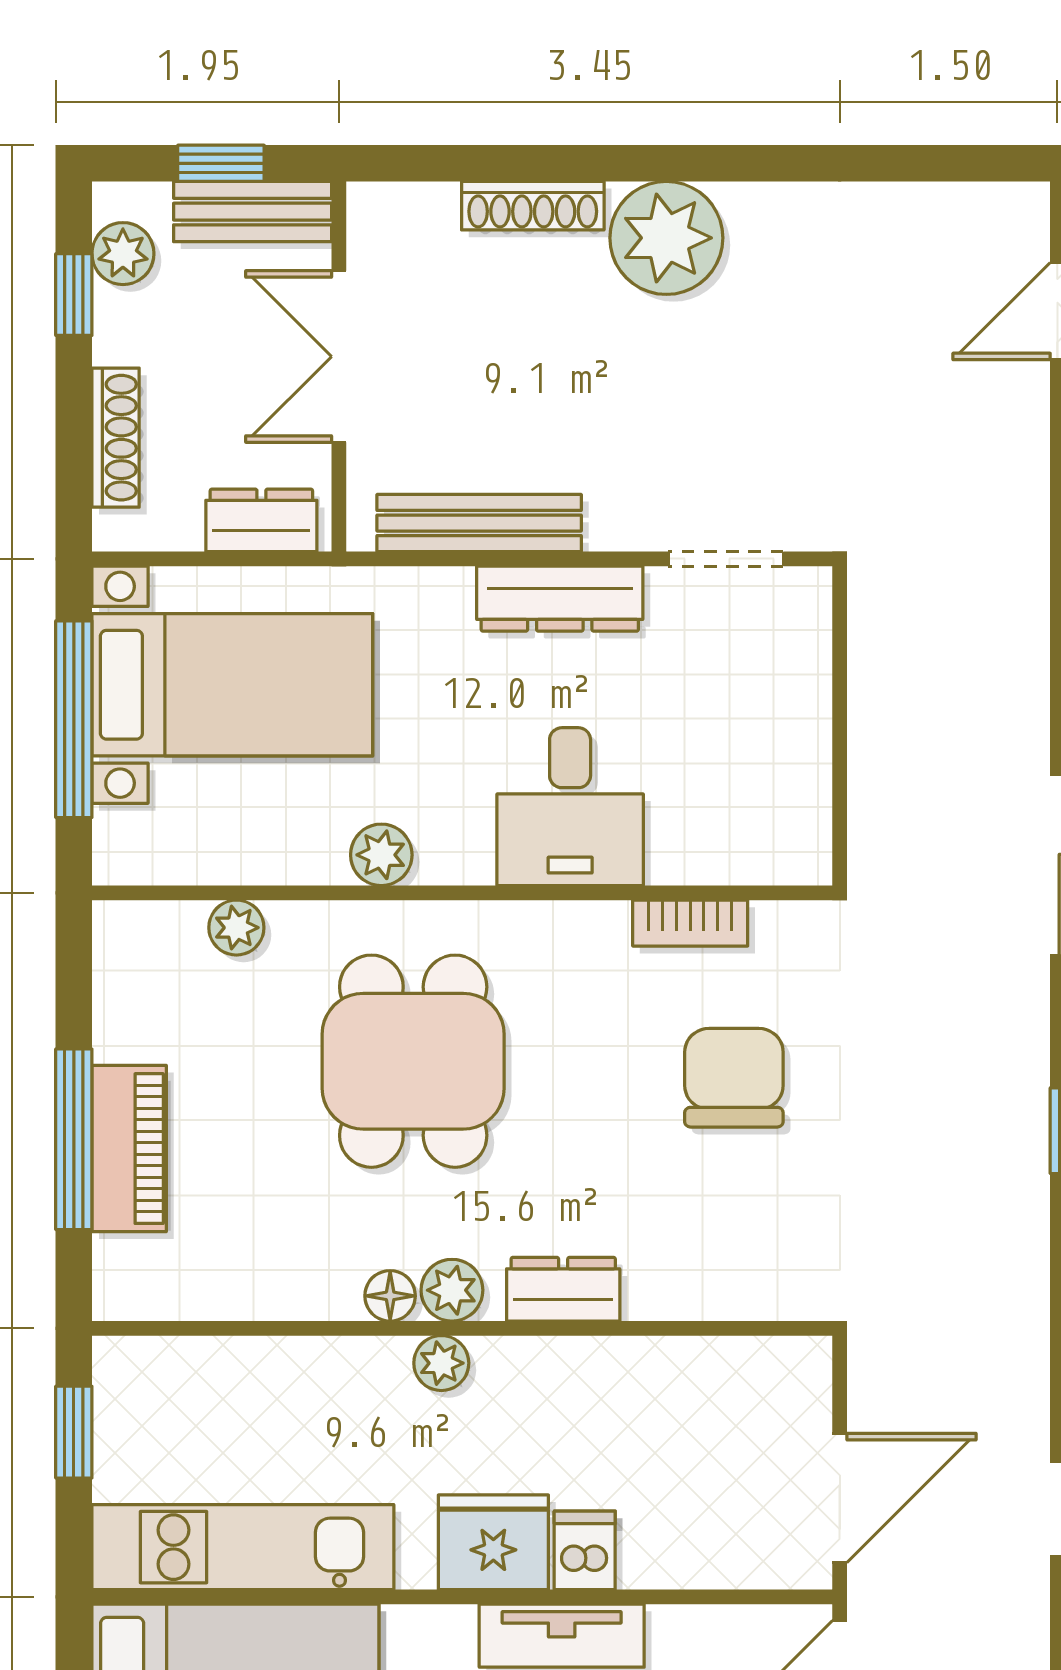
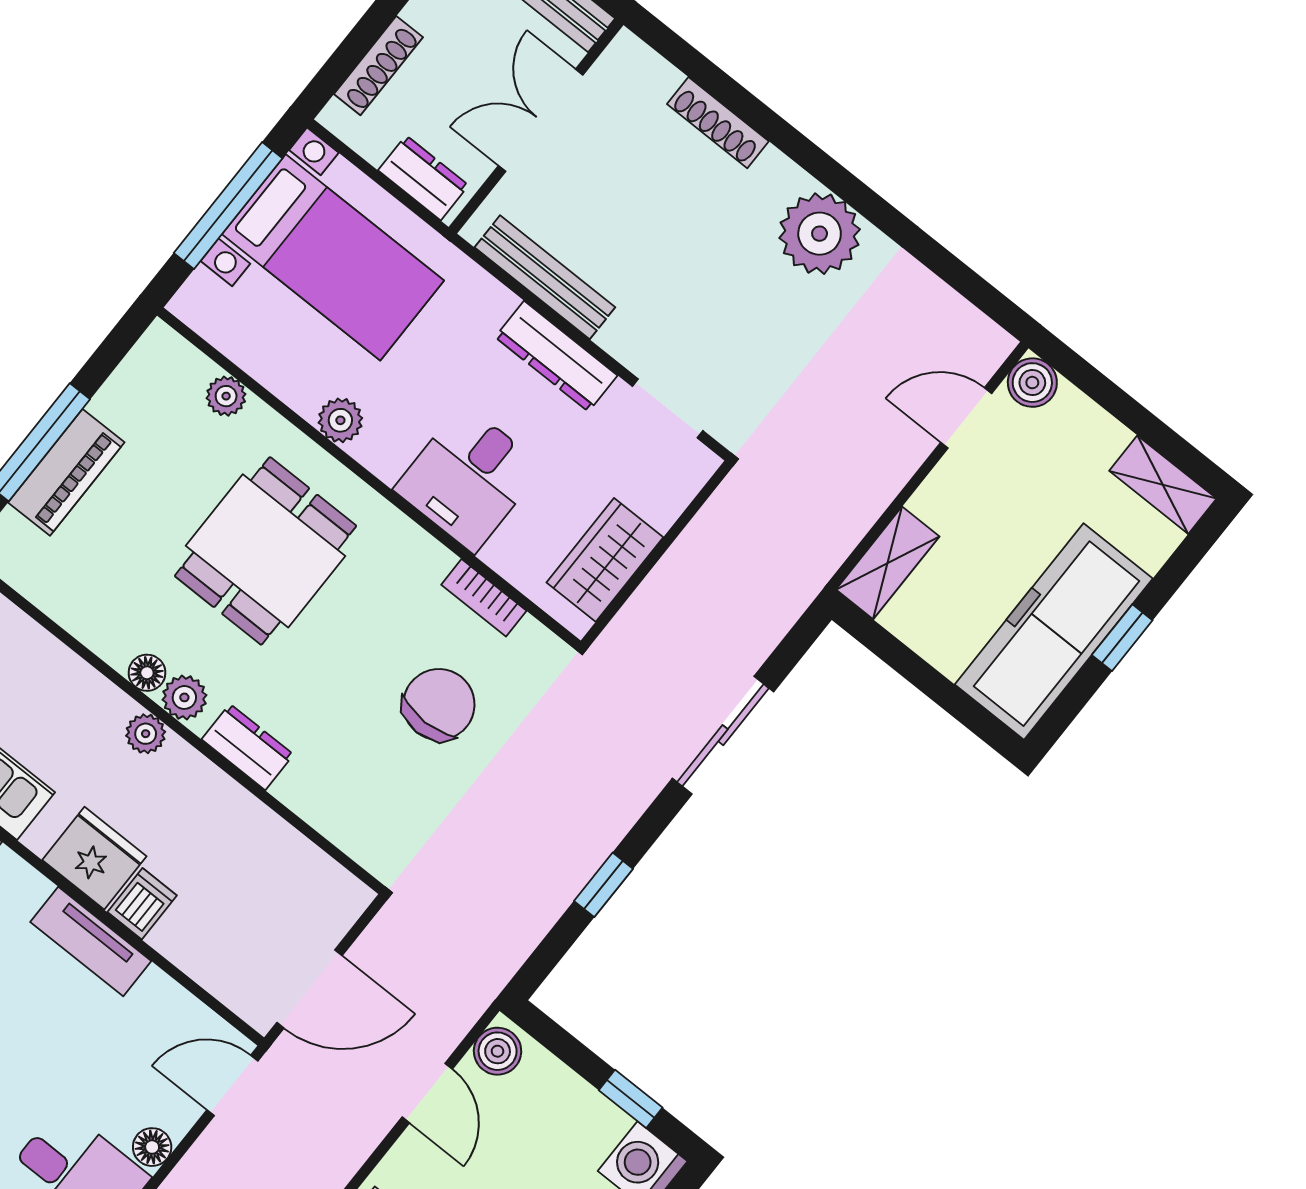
plant: (666, 238) -> (820, 234), moved
wardrobe: (789, 777) -> (605, 560), added

